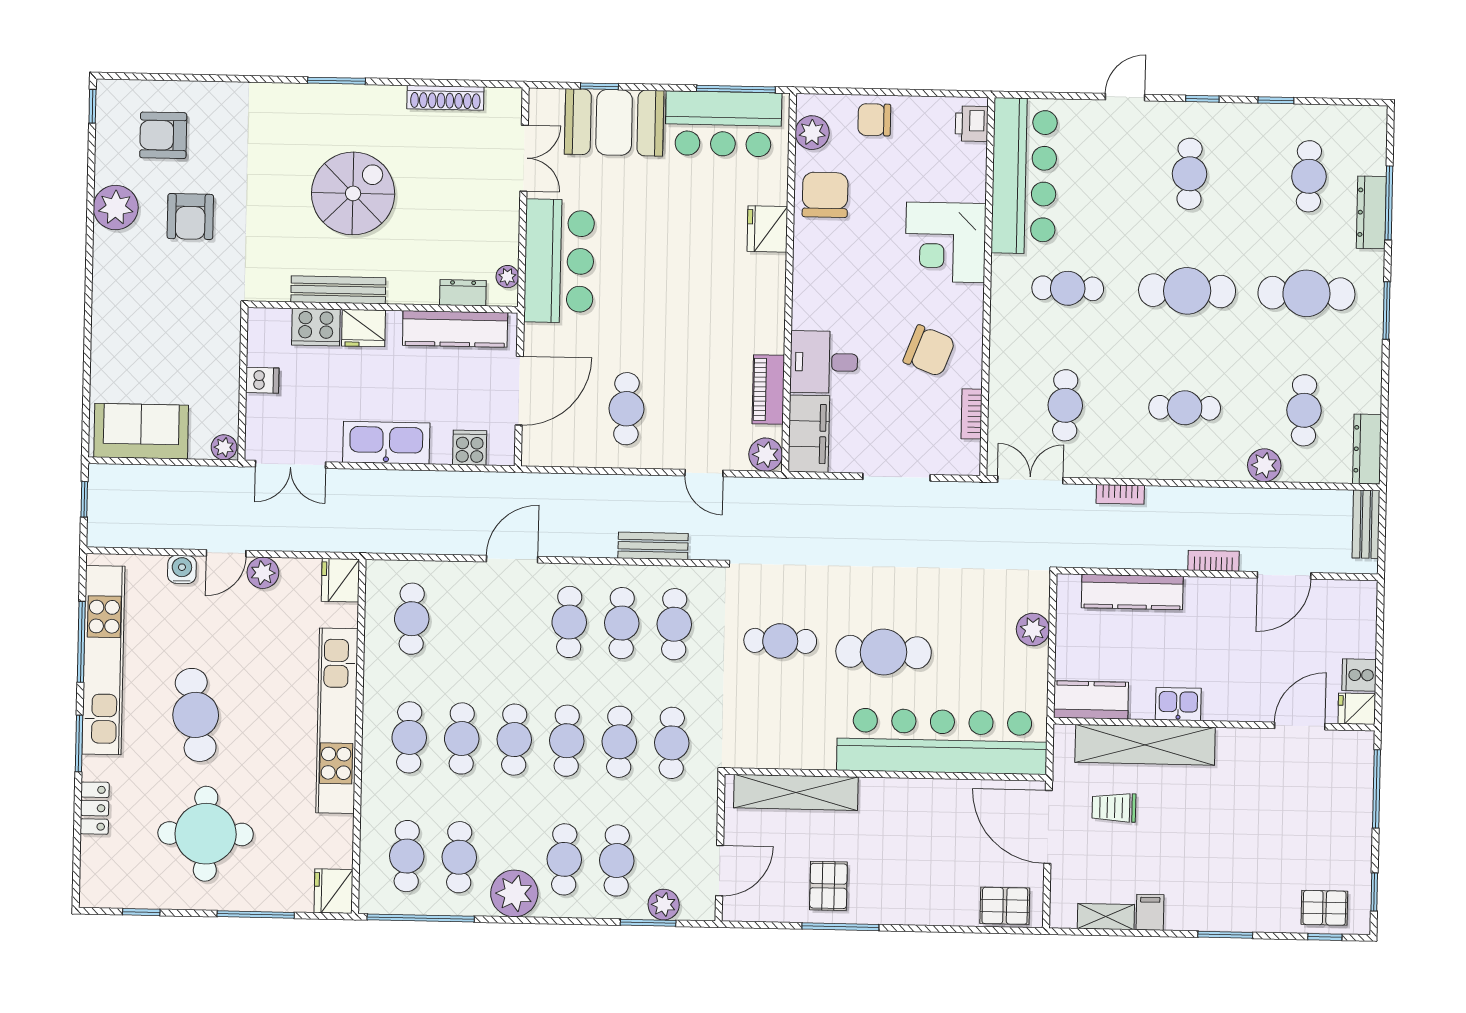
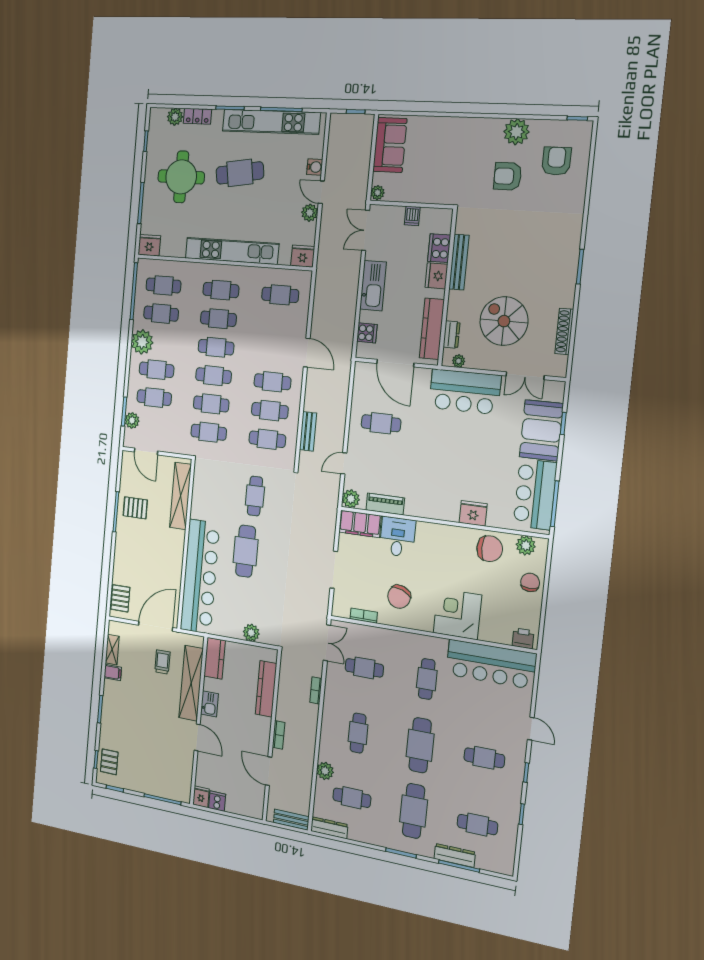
spiral stairs: (353, 193) -> (504, 321), moved, turned 180
door: (1300, 726) -> (197, 737), moved
plant: (96, 854) -> (175, 117), added

